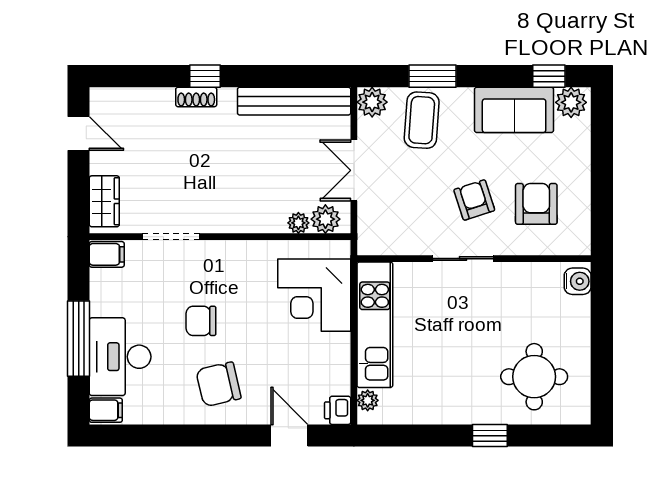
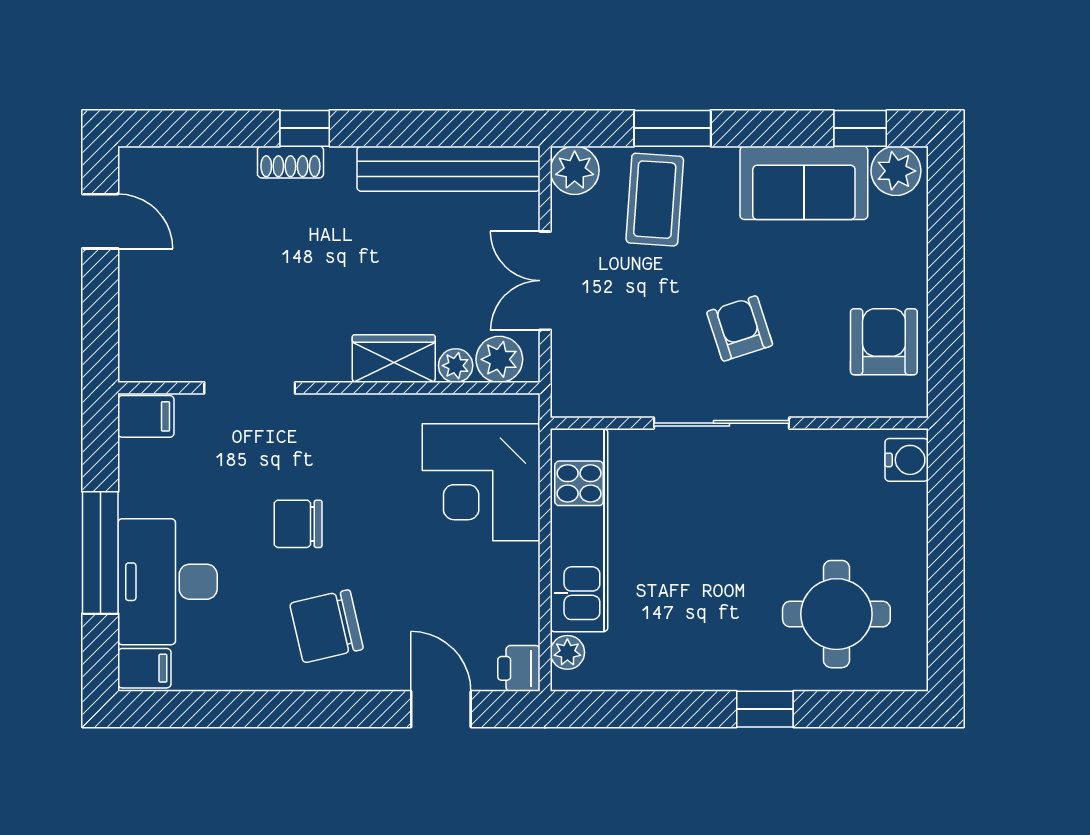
wardrobe: (104, 201) -> (394, 359), moved, turned -90
armchair: (536, 204) -> (884, 342), moved
sliding door: (463, 259) -> (722, 423), width x1.37

